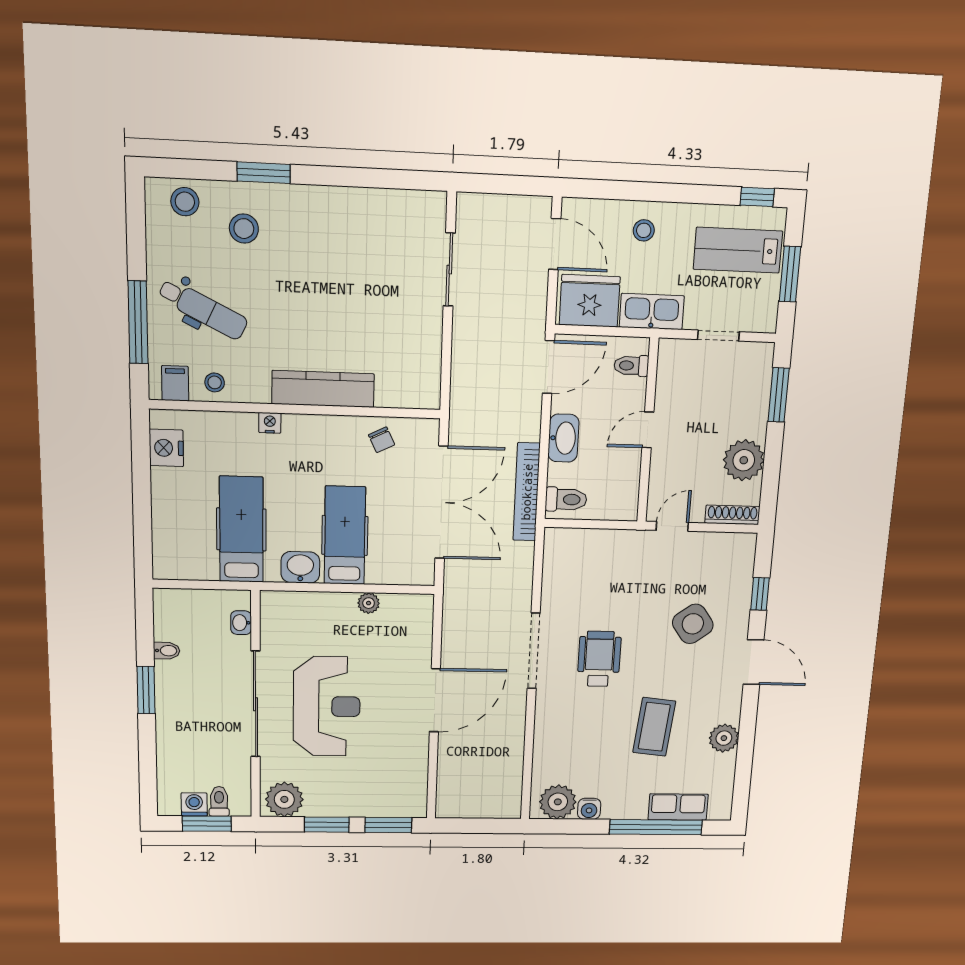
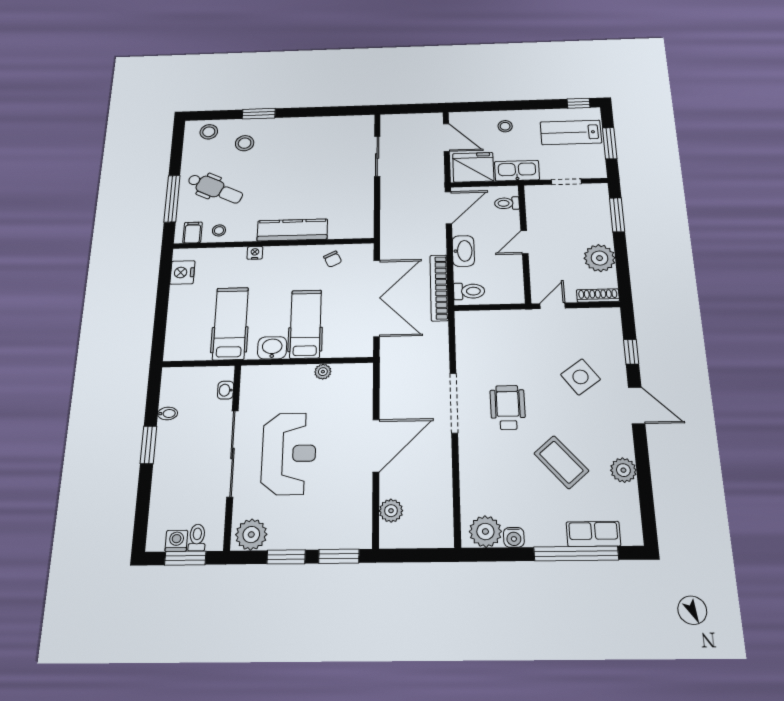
coffee table: (654, 727) -> (561, 462), turned -47
plant: (450, 777) -> (391, 511), added

